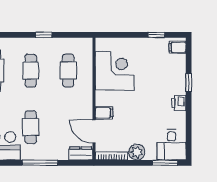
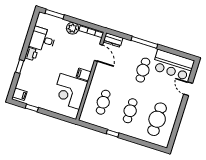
filing cabinet: (104, 113) -> (84, 75), moved
desk: (172, 145) -> (42, 39), moved, turned -90

